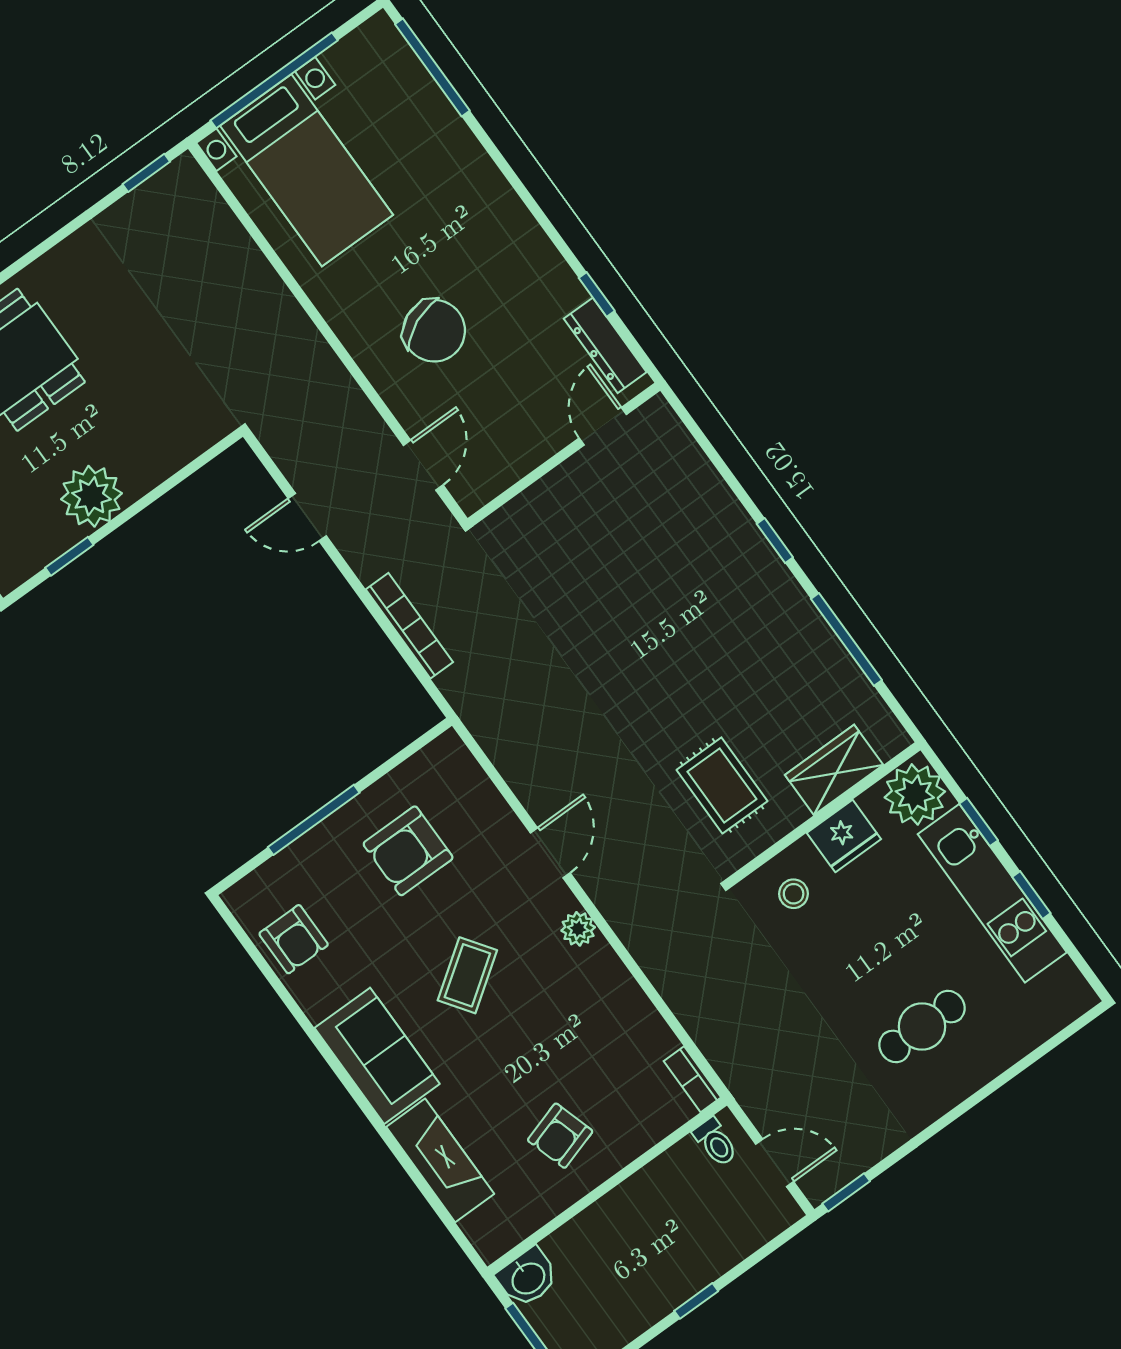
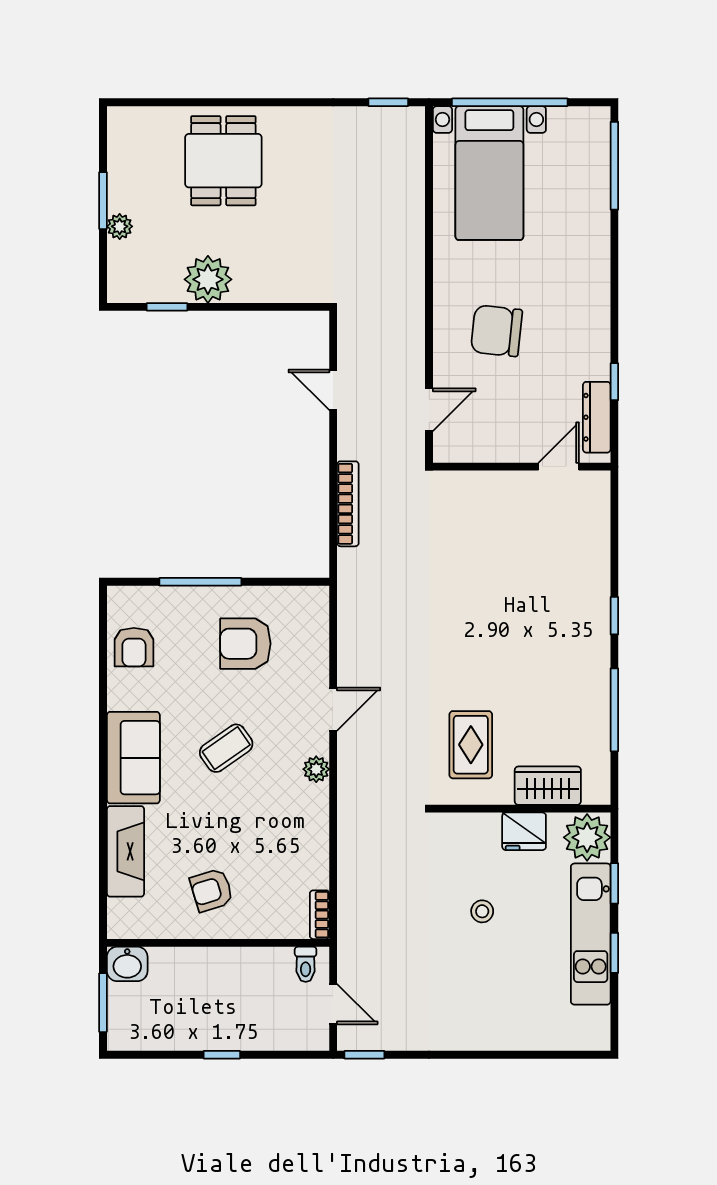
chair: (434, 331) -> (497, 331), turned 120
stool: (794, 894) -> (482, 911), moved
cafe table: (922, 1027) -> (487, 986), removed

